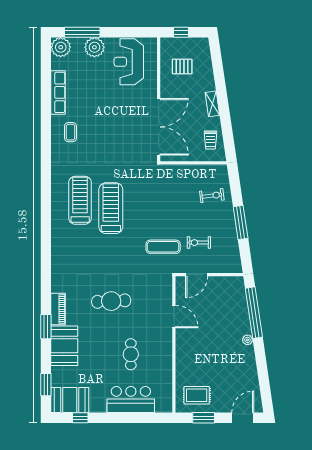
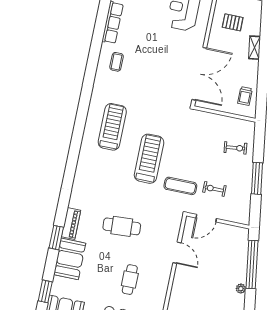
shelving: (212, 104) -> (254, 48), moved
treadmill: (111, 208) -> (149, 159), moved

